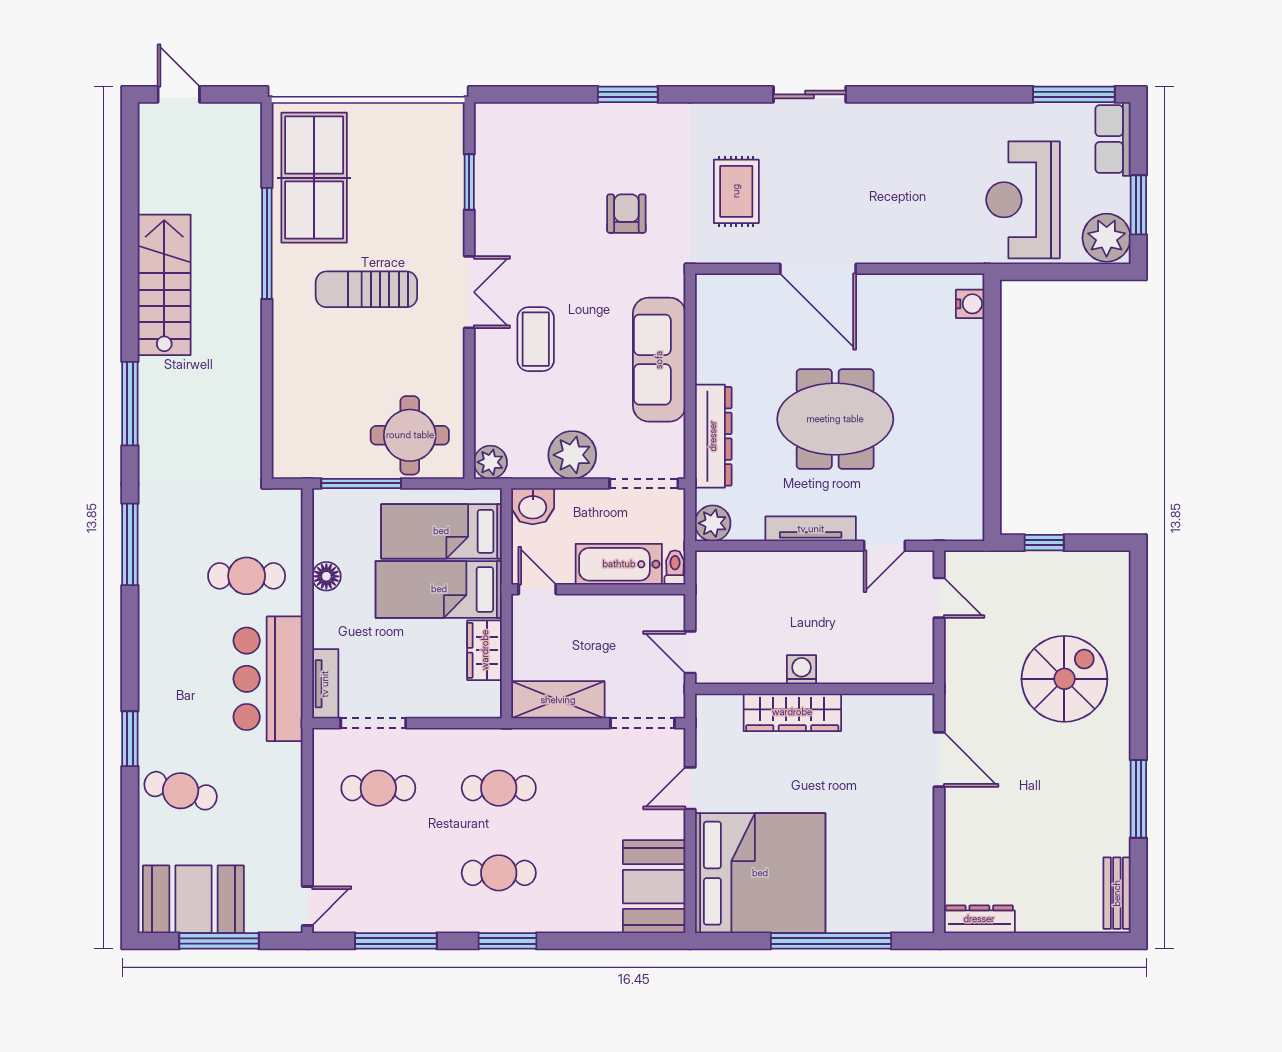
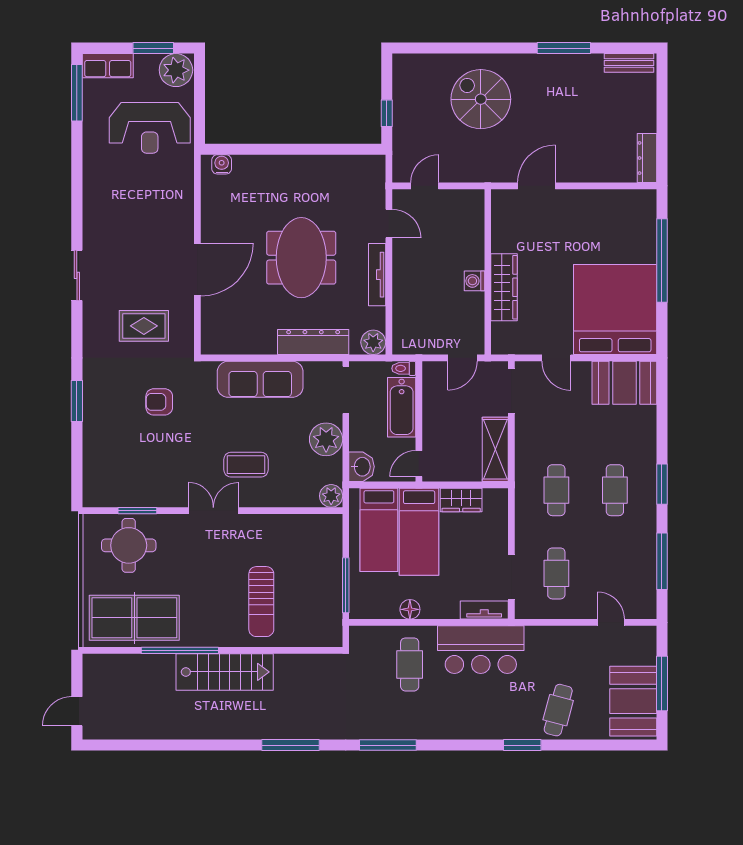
stairs: (164, 285) -> (225, 672), moved, turned 180
sun lounger: (366, 289) -> (261, 602), moved
round table: (410, 435) -> (129, 545), moved
door: (307, 906) -> (611, 622), moved

